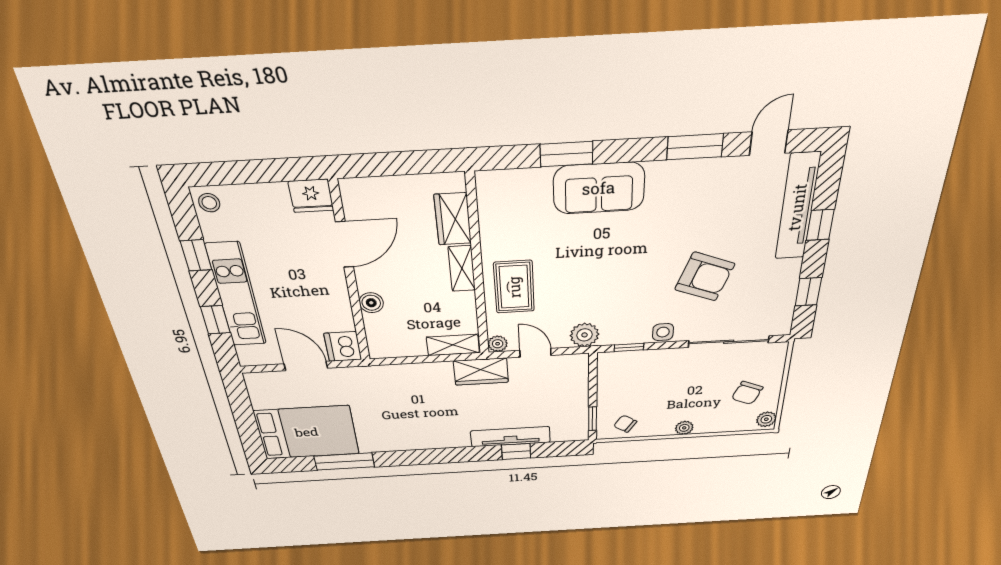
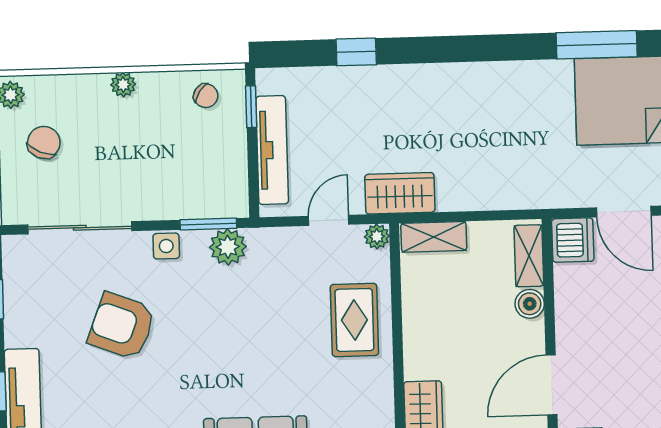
shelving: (462, 269) -> (529, 256), moved
plant: (585, 335) -> (228, 247), moved
window: (629, 347) -> (208, 224), width x1.50
door: (535, 353) -> (329, 220), swing flipped
tv unit: (510, 437) -> (272, 150), moved, turned -90

